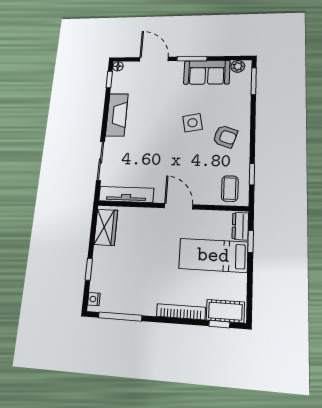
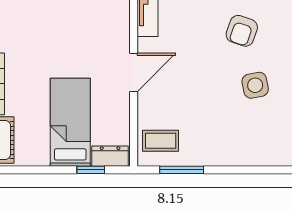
armchair: (225, 136) -> (242, 31), moved
window: (252, 174) -> (182, 170), width x1.50

